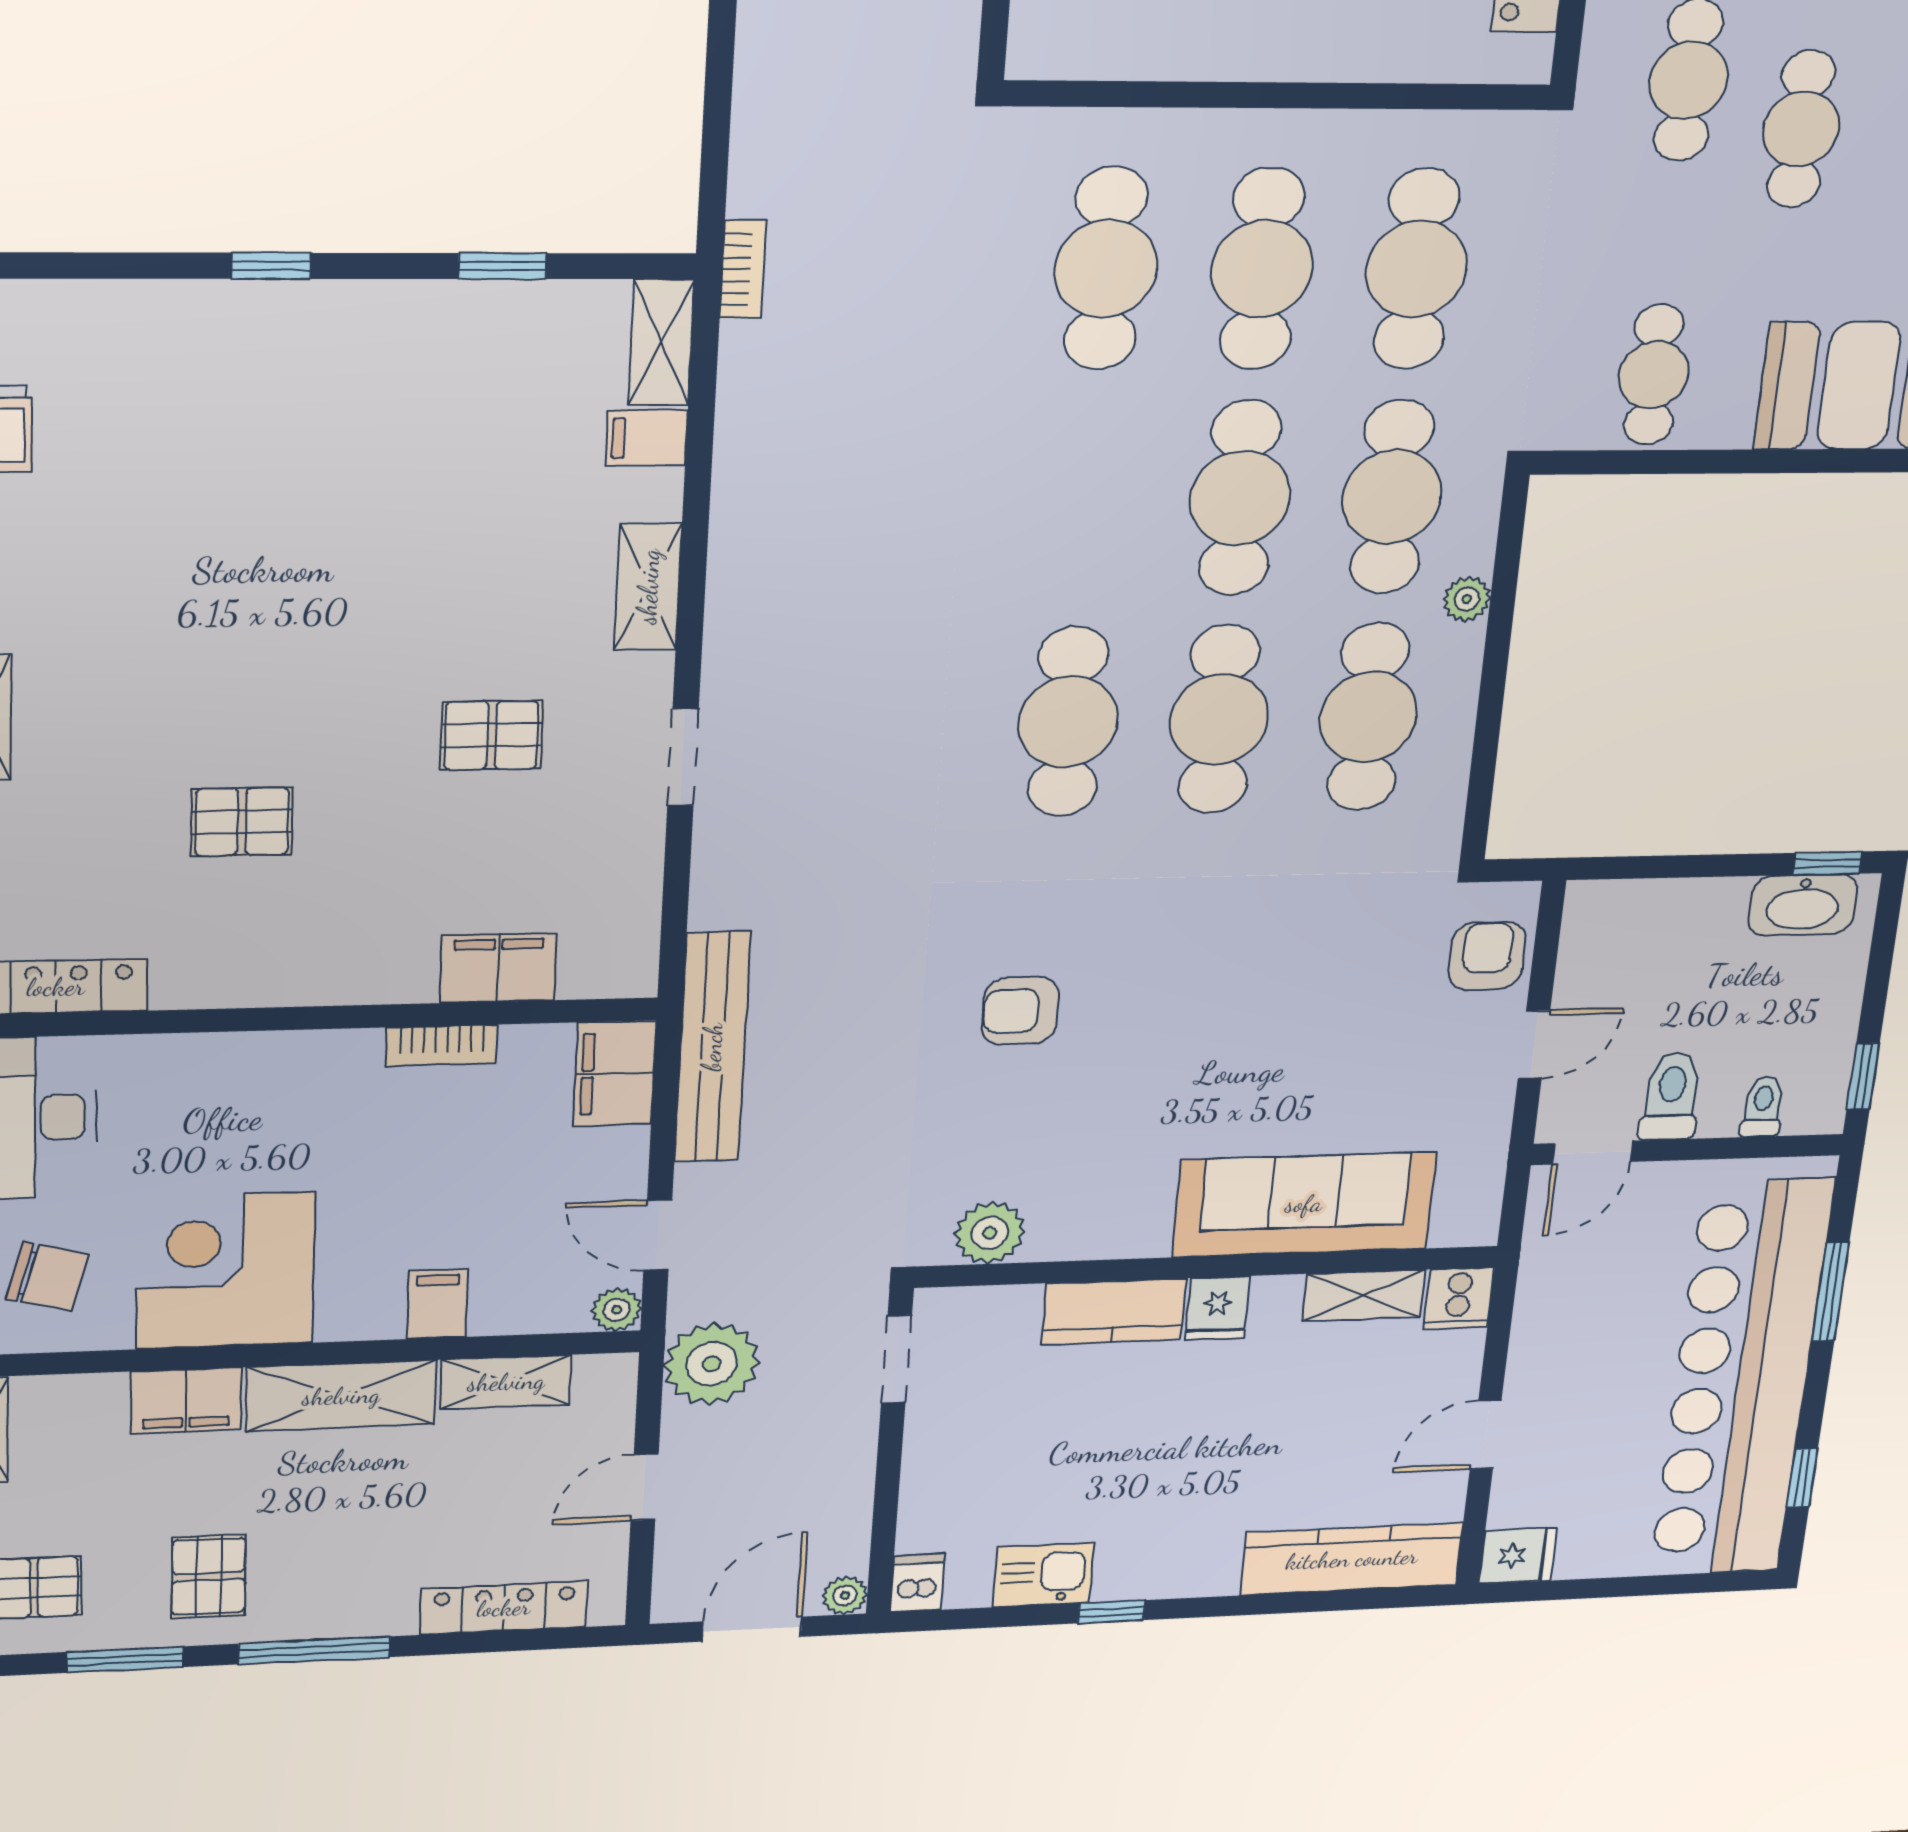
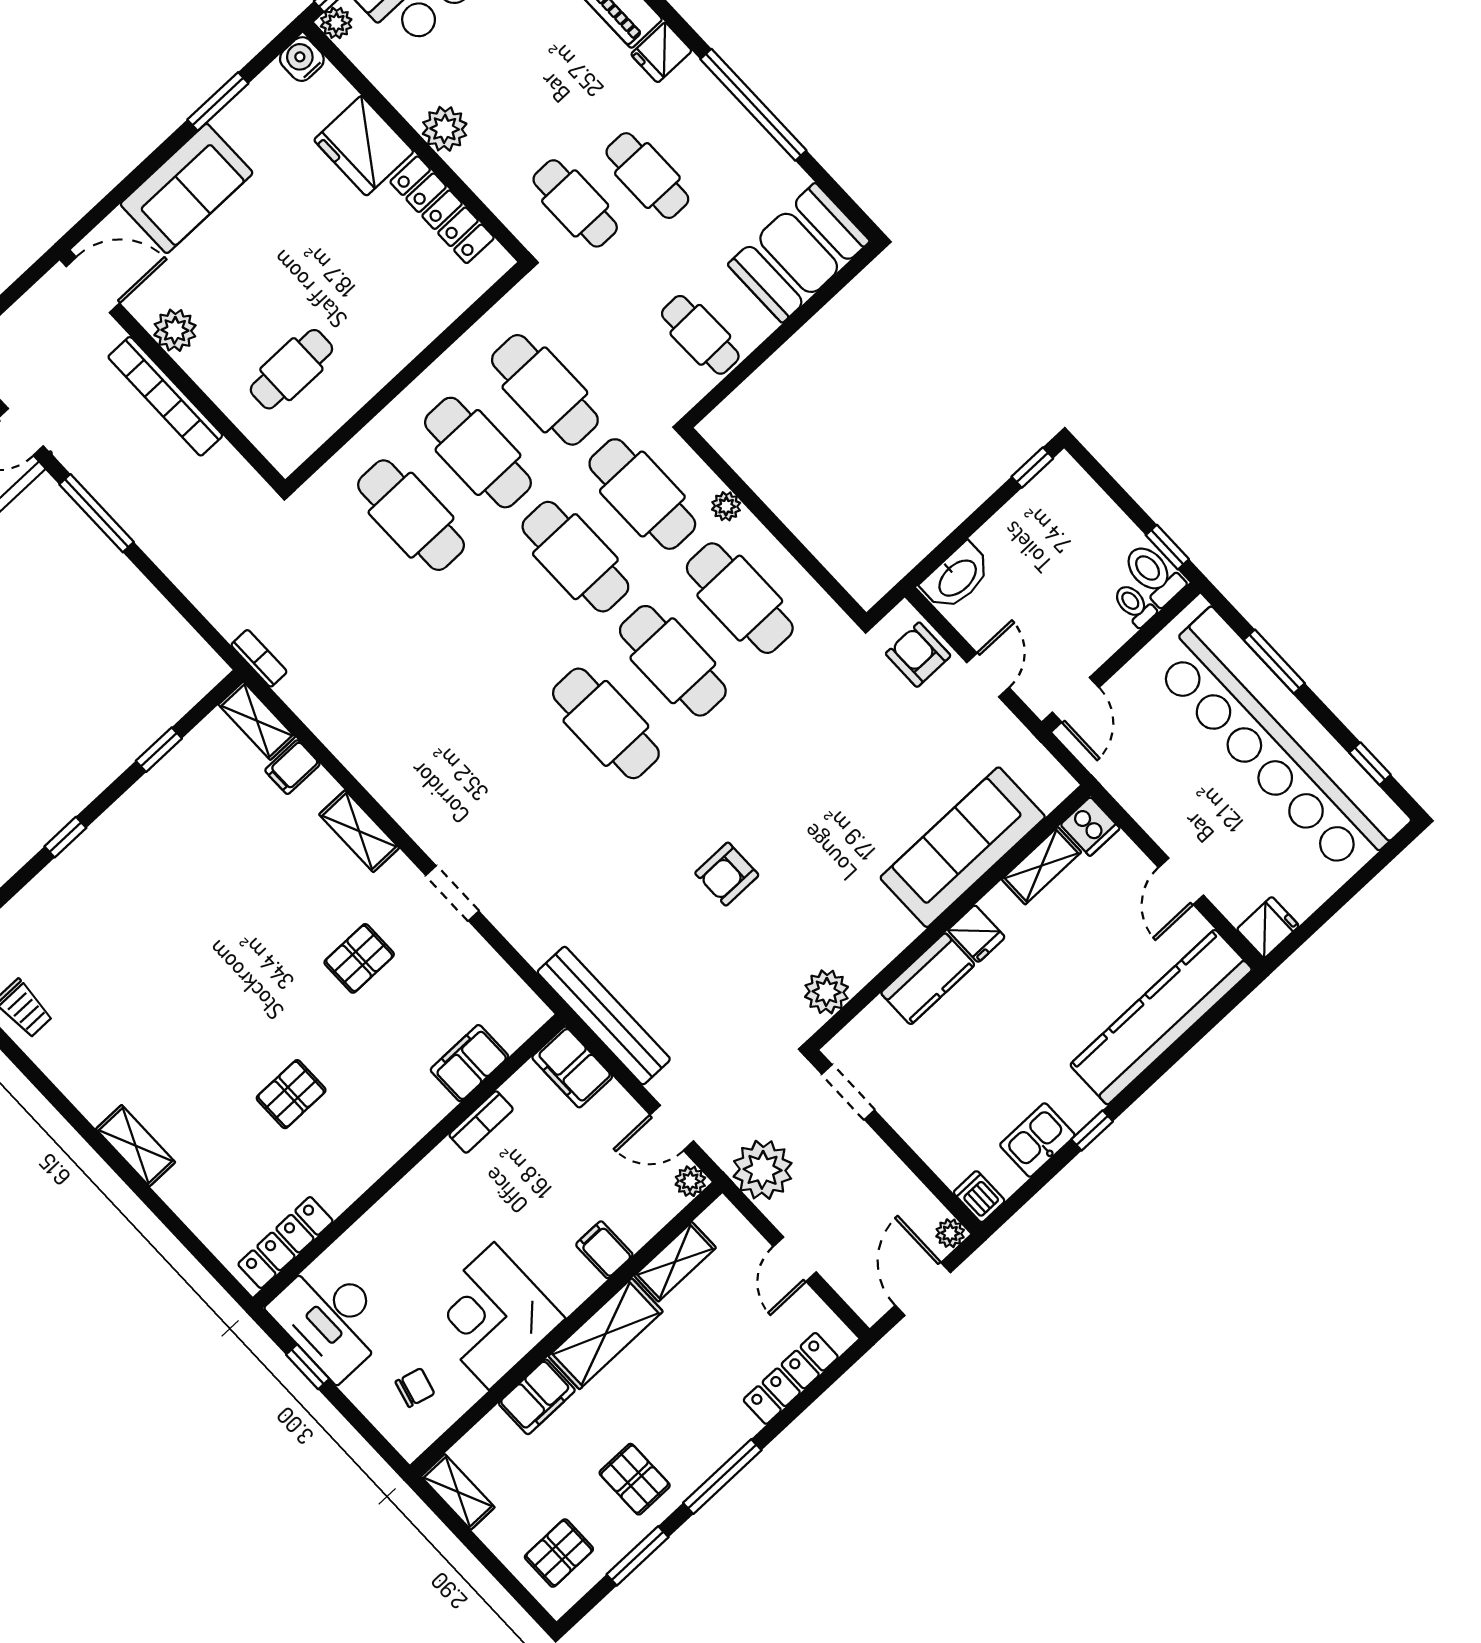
washbasin: (1803, 905) -> (957, 577), moved
toilet: (1671, 1096) -> (1153, 574), moved
chair: (47, 1277) -> (415, 1388), width x0.73, depth x0.73
kitchen counter: (1352, 1559) -> (1161, 1017), width x1.39, depth x1.17

